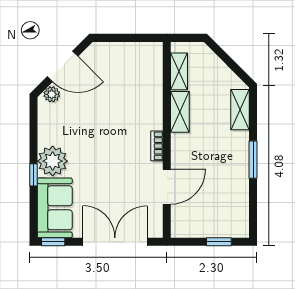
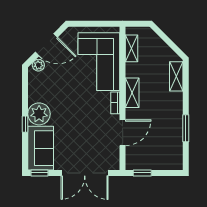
corner sofa: (134, 90) -> (99, 62), added
shelving: (180, 112) -> (132, 93), moved
window: (253, 160) -> (186, 128), moved
double door: (115, 242) -> (85, 173), swing flipped
window: (219, 242) -> (142, 173), moved

